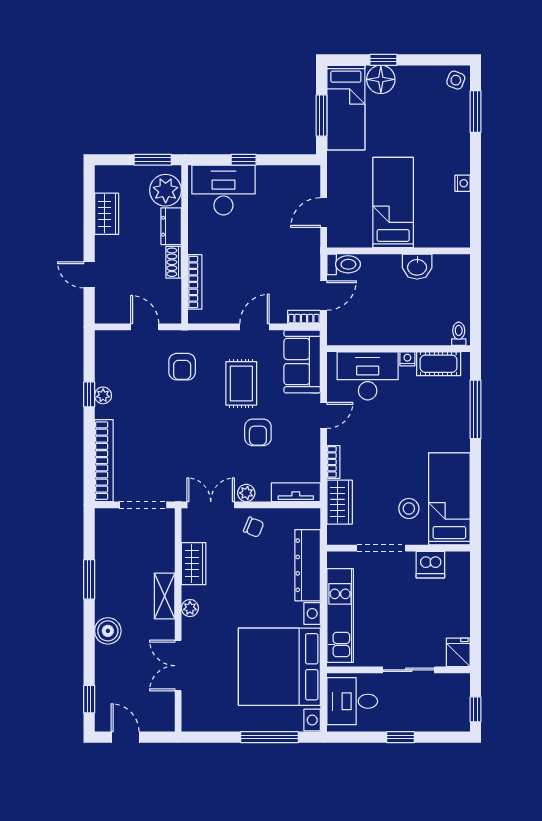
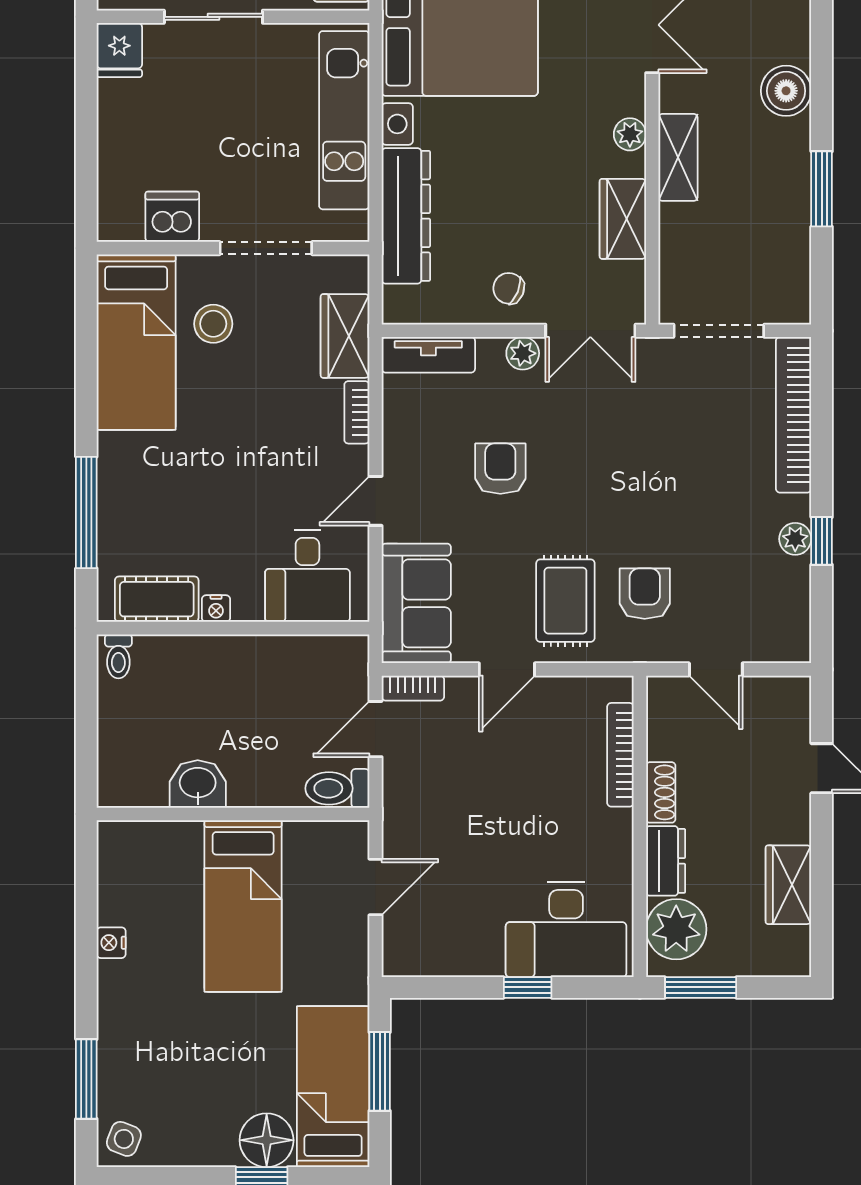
desk: (368, 376) -> (307, 576), width x0.73
rug: (241, 383) -> (565, 601), moved

